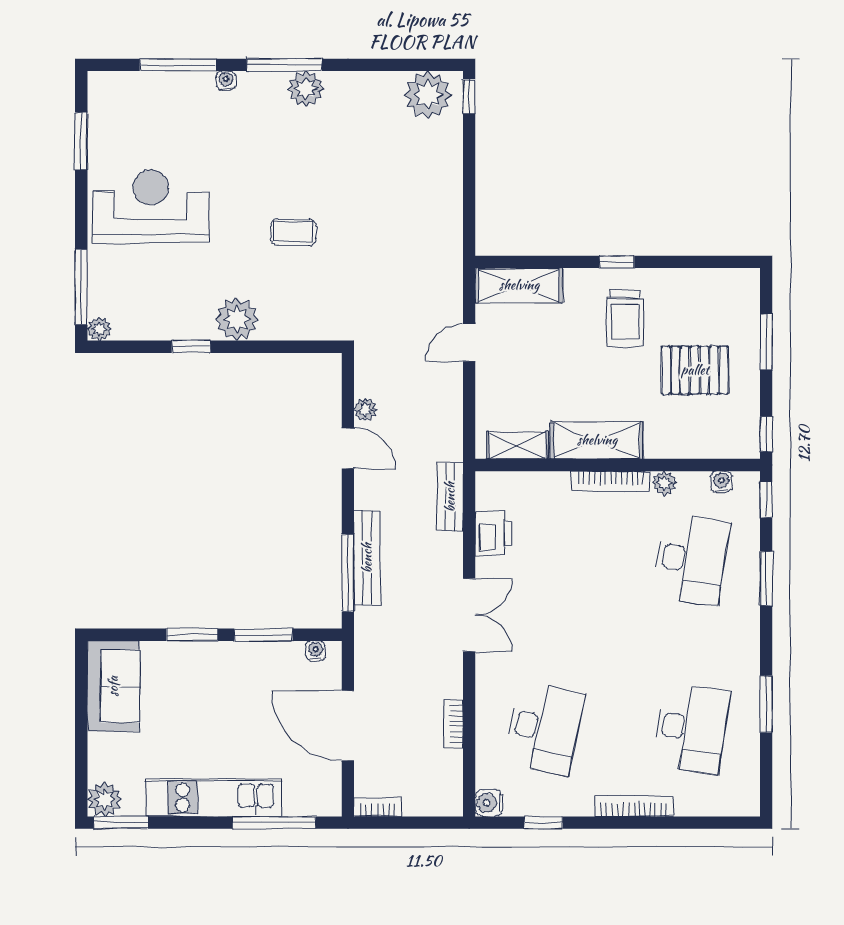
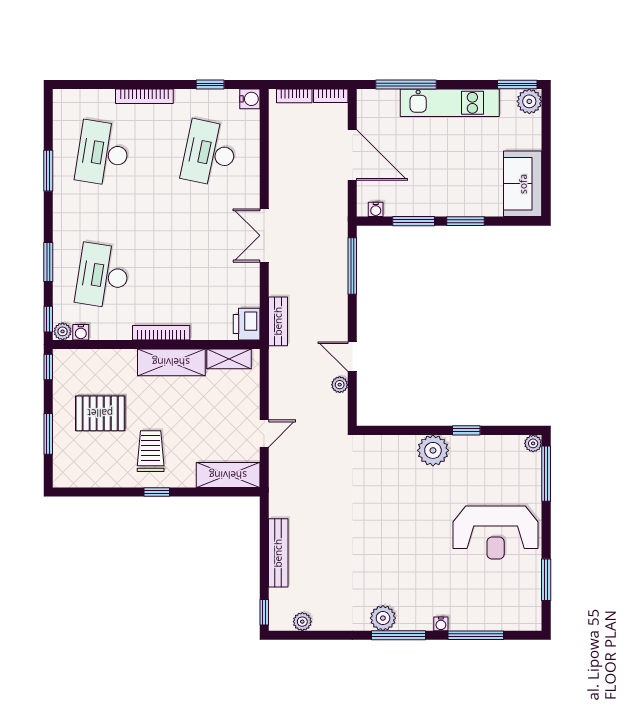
plant: (428, 95) -> (302, 622), width x0.53, depth x0.53
coffee table: (293, 232) -> (392, 514), removed
plant: (664, 483) -> (63, 331), moved
printer: (493, 533) -> (247, 324), moved
bench: (367, 558) -> (278, 553), moved
bookcase: (453, 724) -> (294, 96), moved, turned 90

